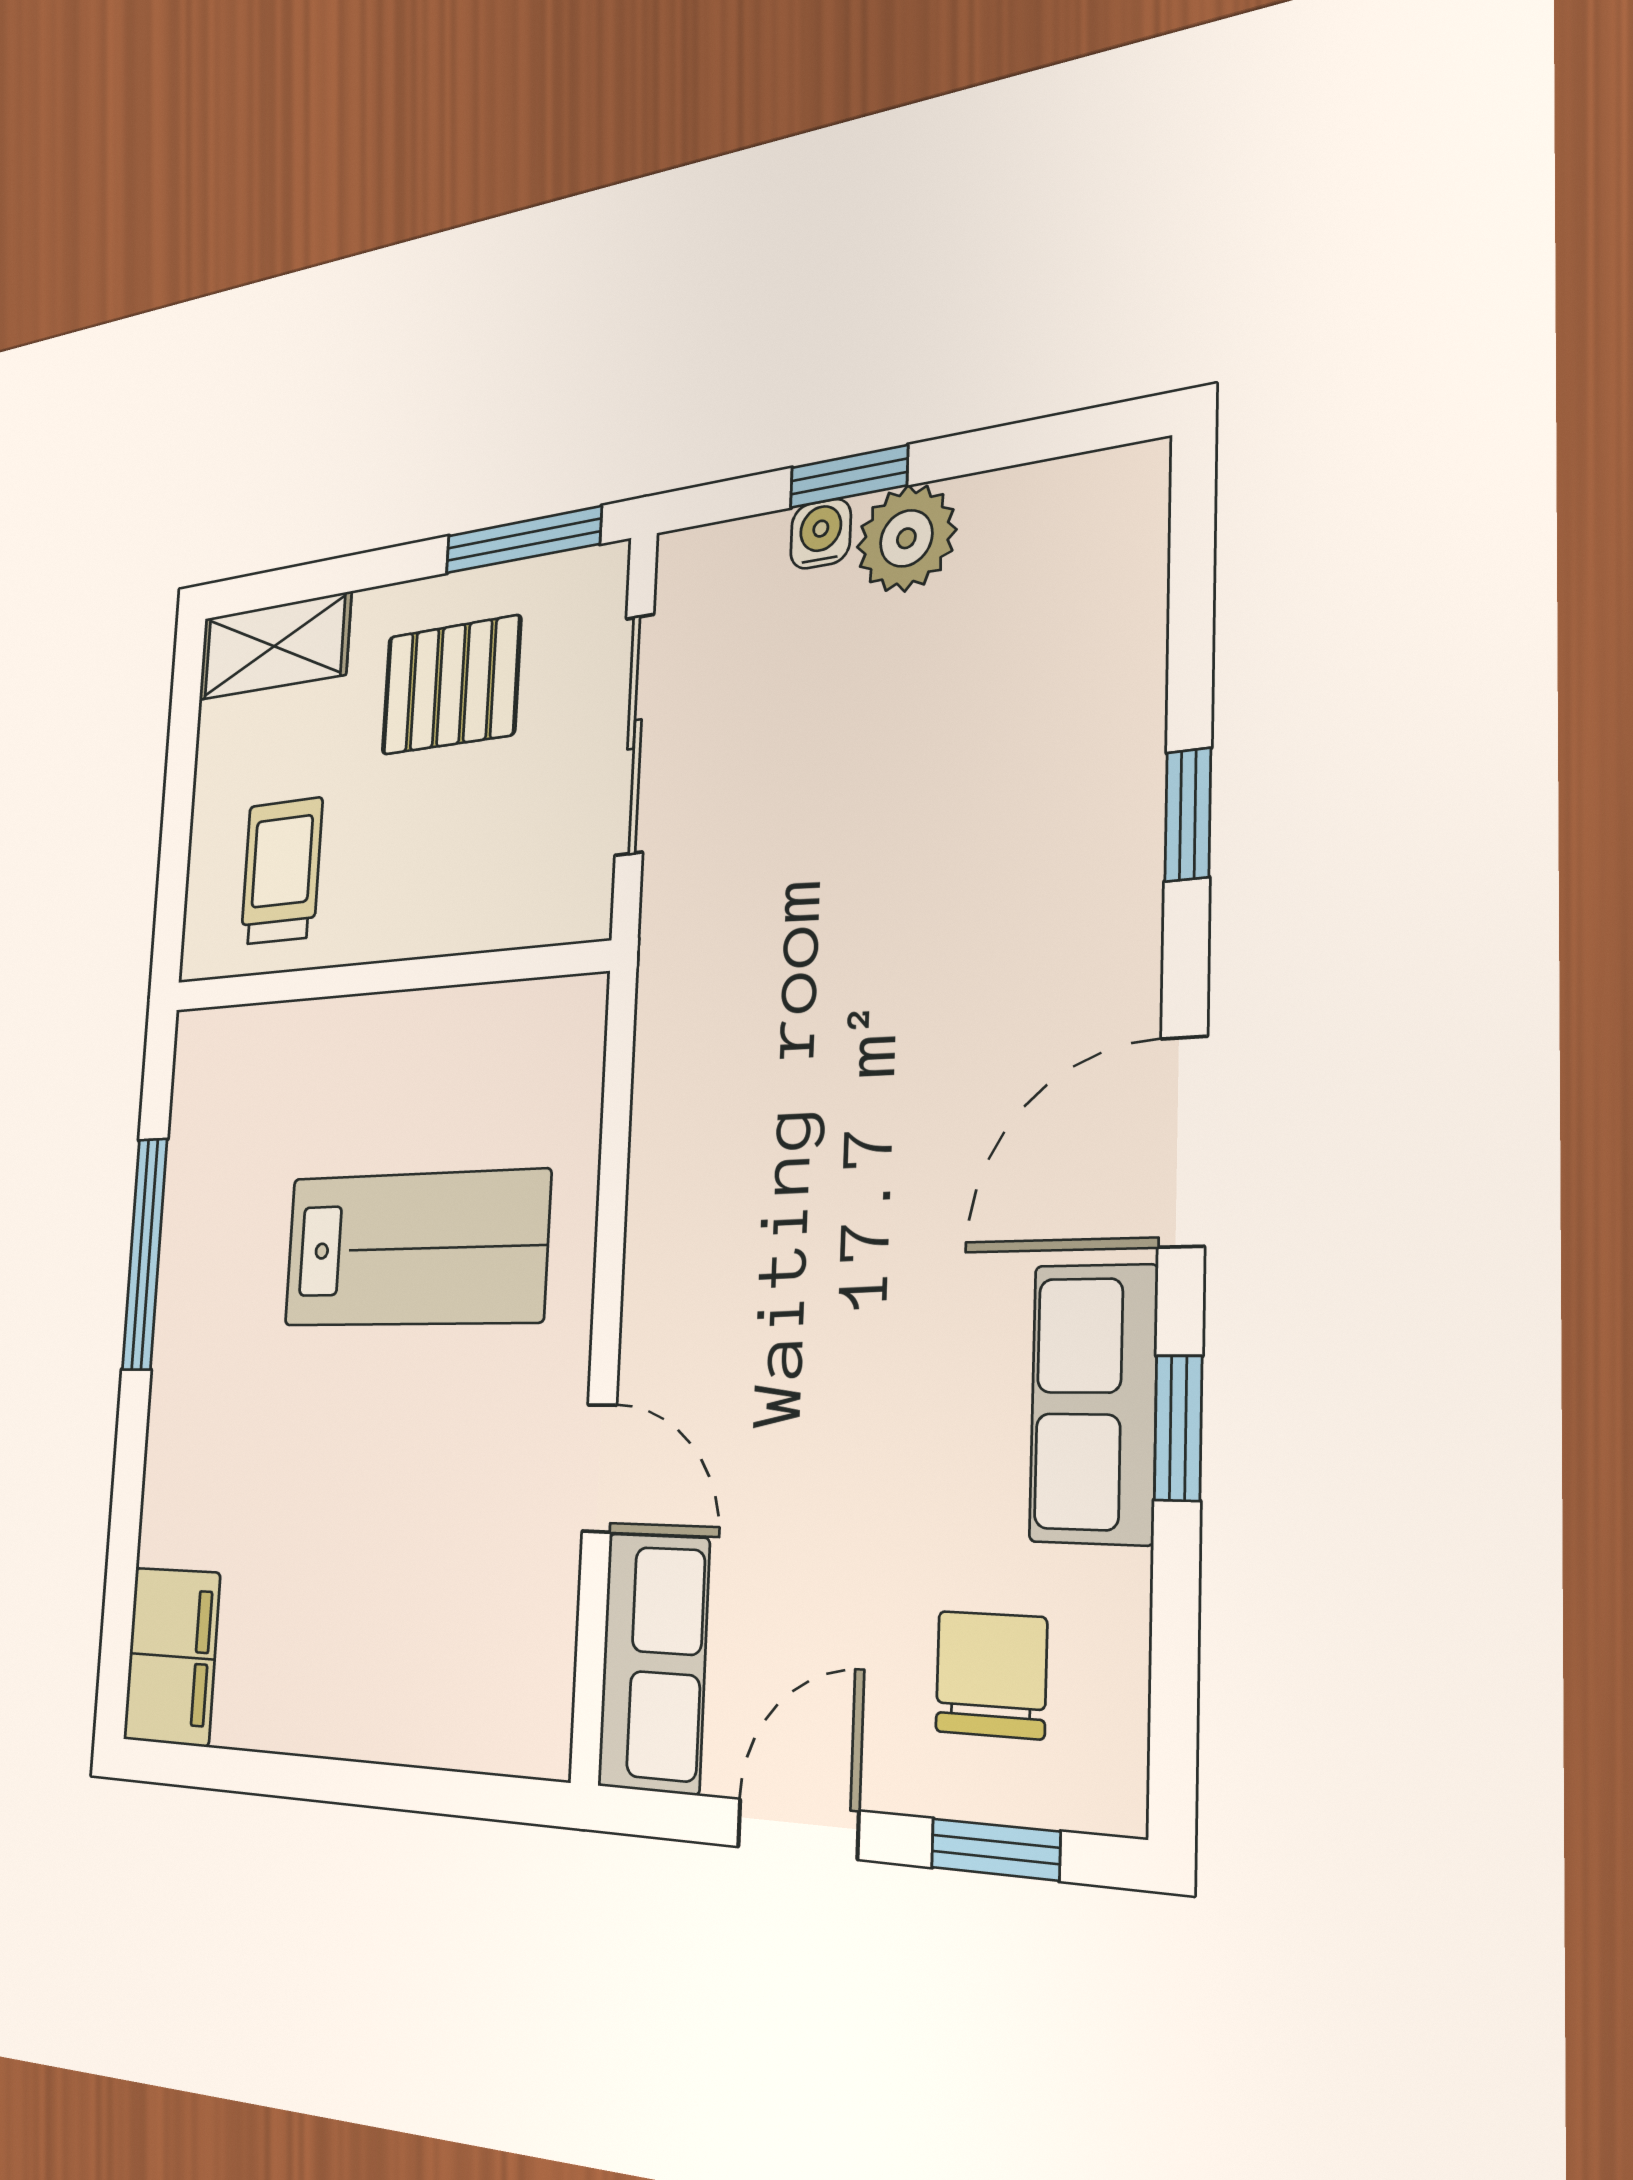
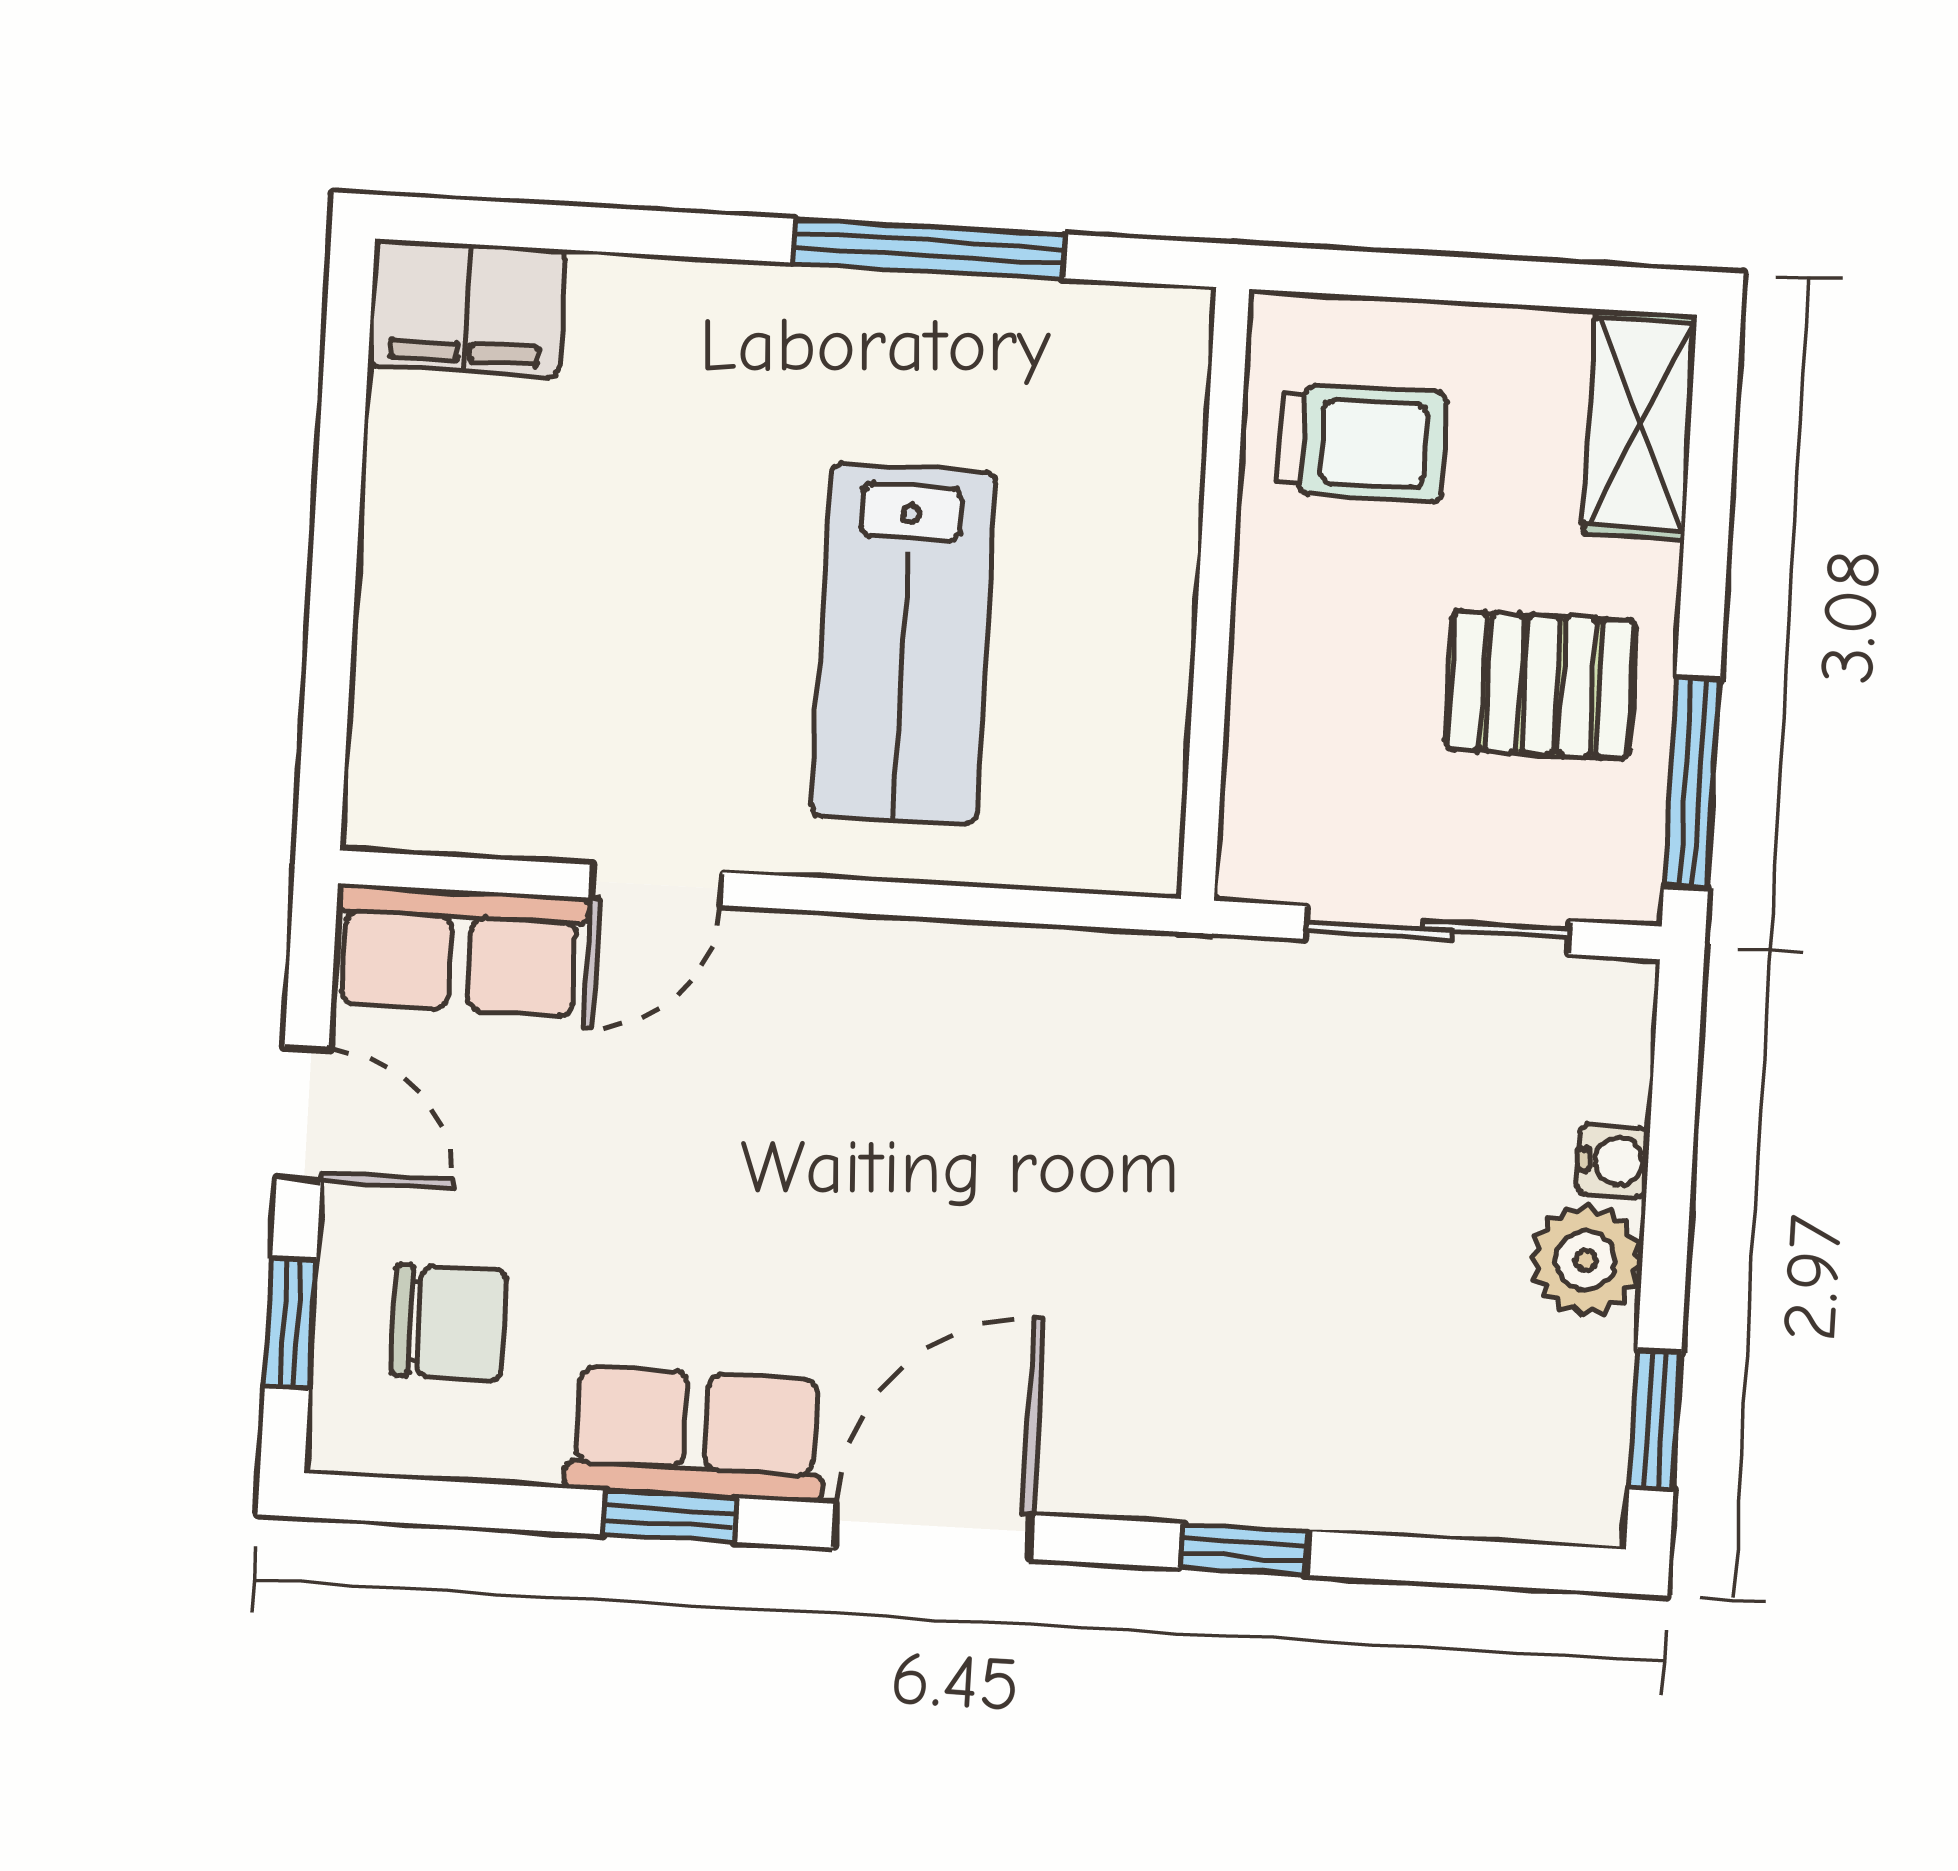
window: (849, 477) -> (1655, 1420), moved
pallet: (451, 685) -> (1541, 685), turned 90
door: (1183, 1142) -> (933, 1531), hinge flipped

